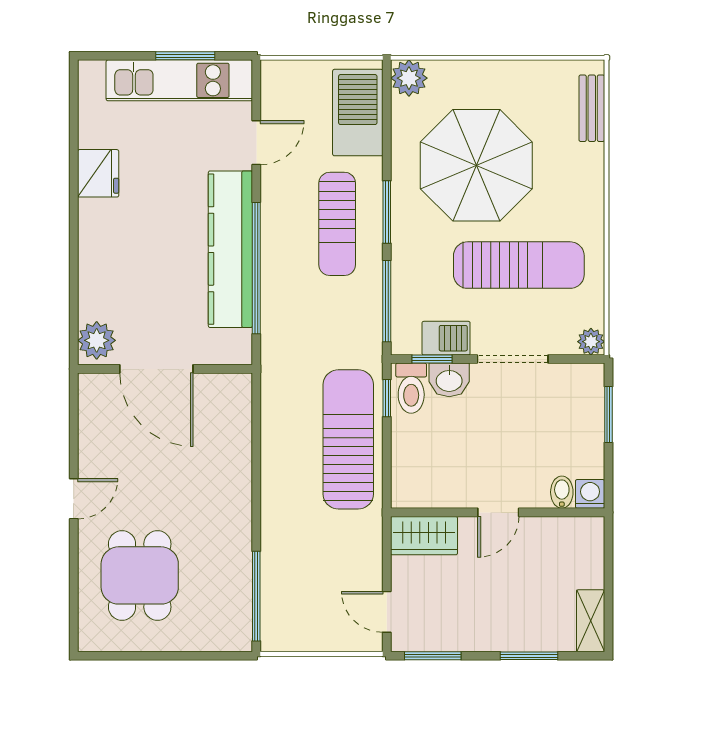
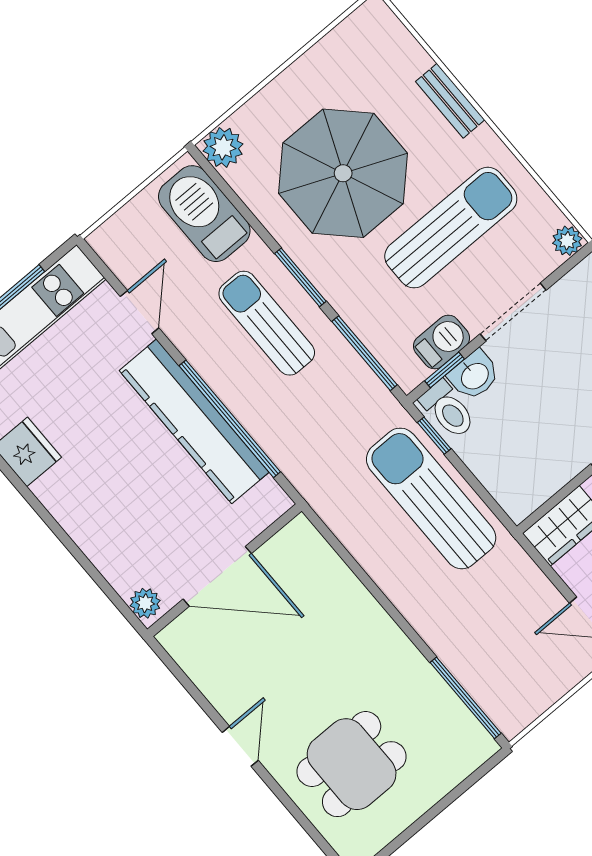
bench: (592, 108) -> (450, 101), moved
sun lounger: (337, 224) -> (267, 323), turned 180
plant: (97, 340) -> (145, 603), width x0.73, depth x0.73
dining table: (140, 575) -> (352, 764), turned 90

